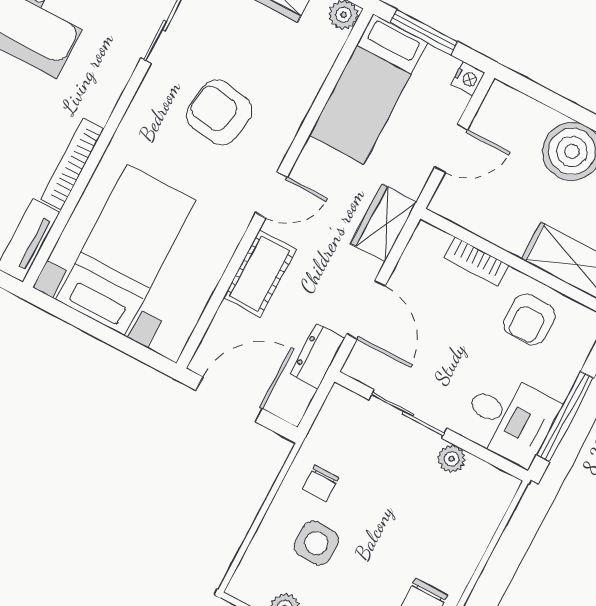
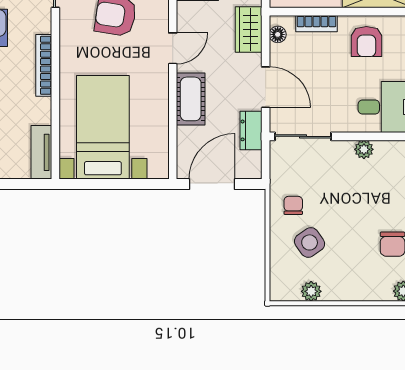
bookcase: (72, 164) -> (44, 65), moved
floor lamp: (418, 249) -> (278, 34), added
sliding door: (408, 414) -> (303, 136), moved
chair: (321, 483) -> (293, 205), turned 180
side table: (316, 543) -> (310, 242), turned -35

